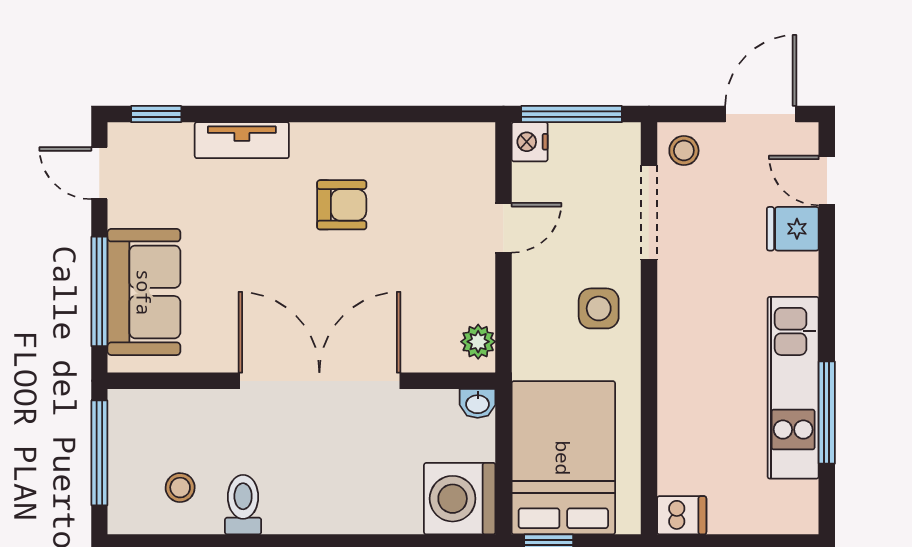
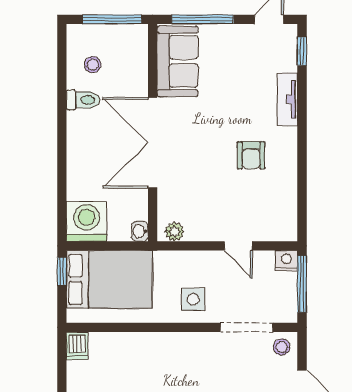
sofa: (144, 292) -> (178, 61), moved, turned -90
double door: (319, 381) -> (153, 143), swing flipped

